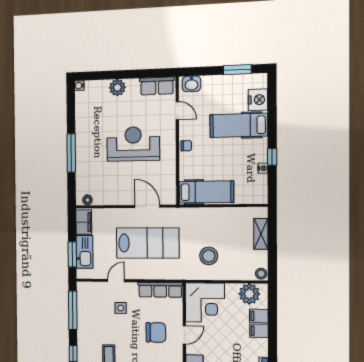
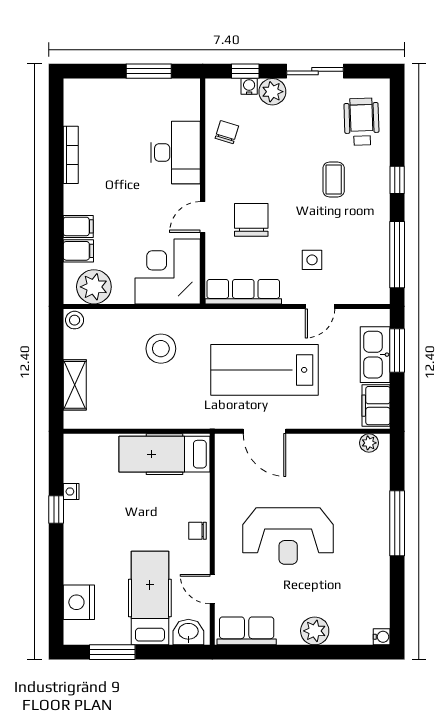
hospital bed: (239, 125) -> (150, 598), moved, turned -90
chair: (156, 332) -> (251, 220), turned 90

